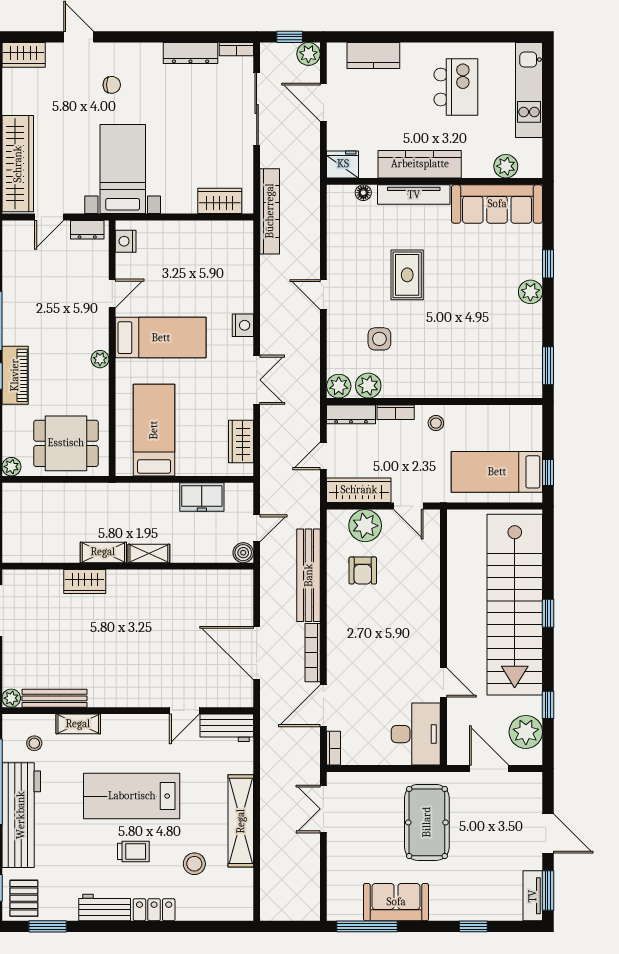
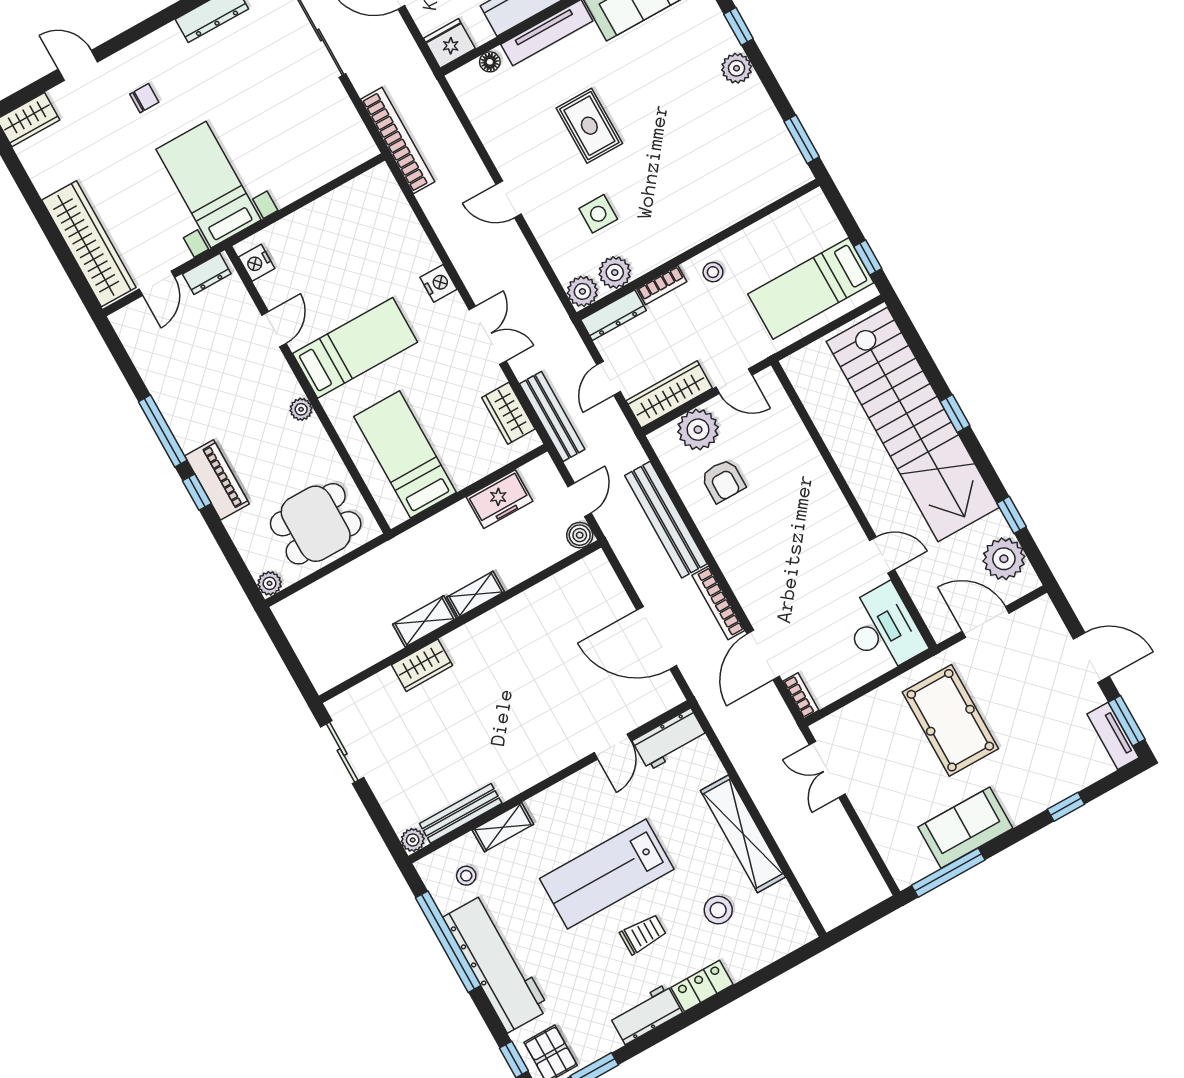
wardrobe: (220, 201) -> (336, 160), removed
bench: (270, 461) -> (552, 416), added

